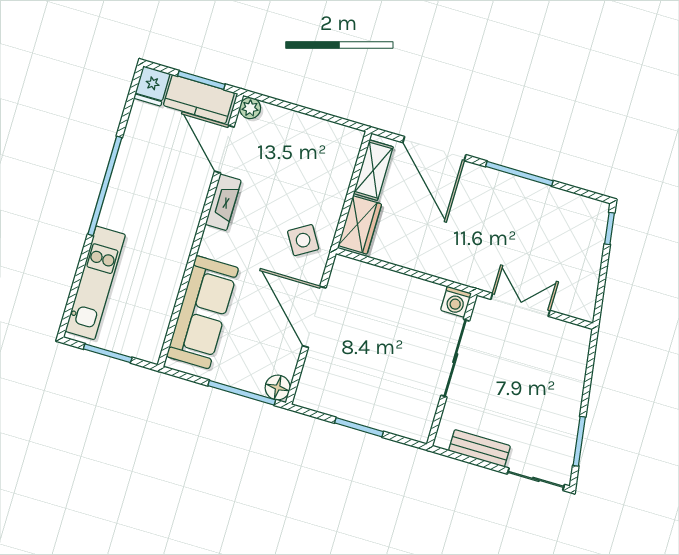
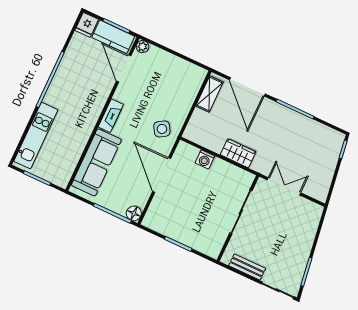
fireplace: (223, 202) -> (111, 116), moved
wardrobe: (360, 225) -> (238, 153), moved, turned -90
washing machine: (456, 302) -> (205, 159), moved

